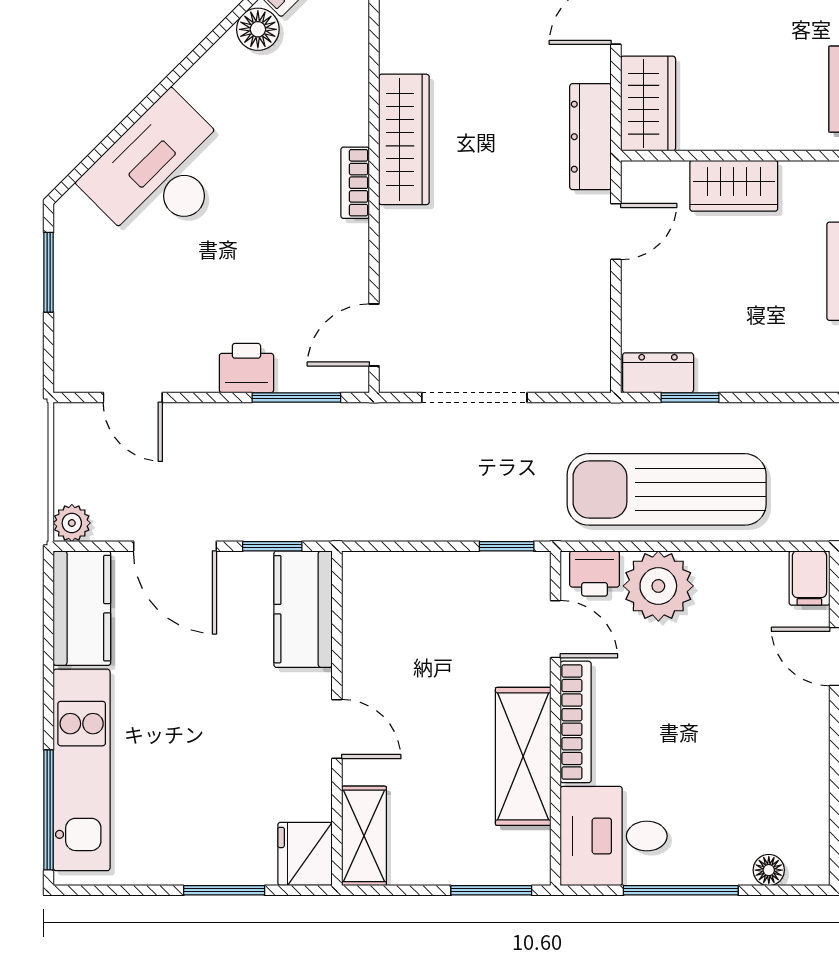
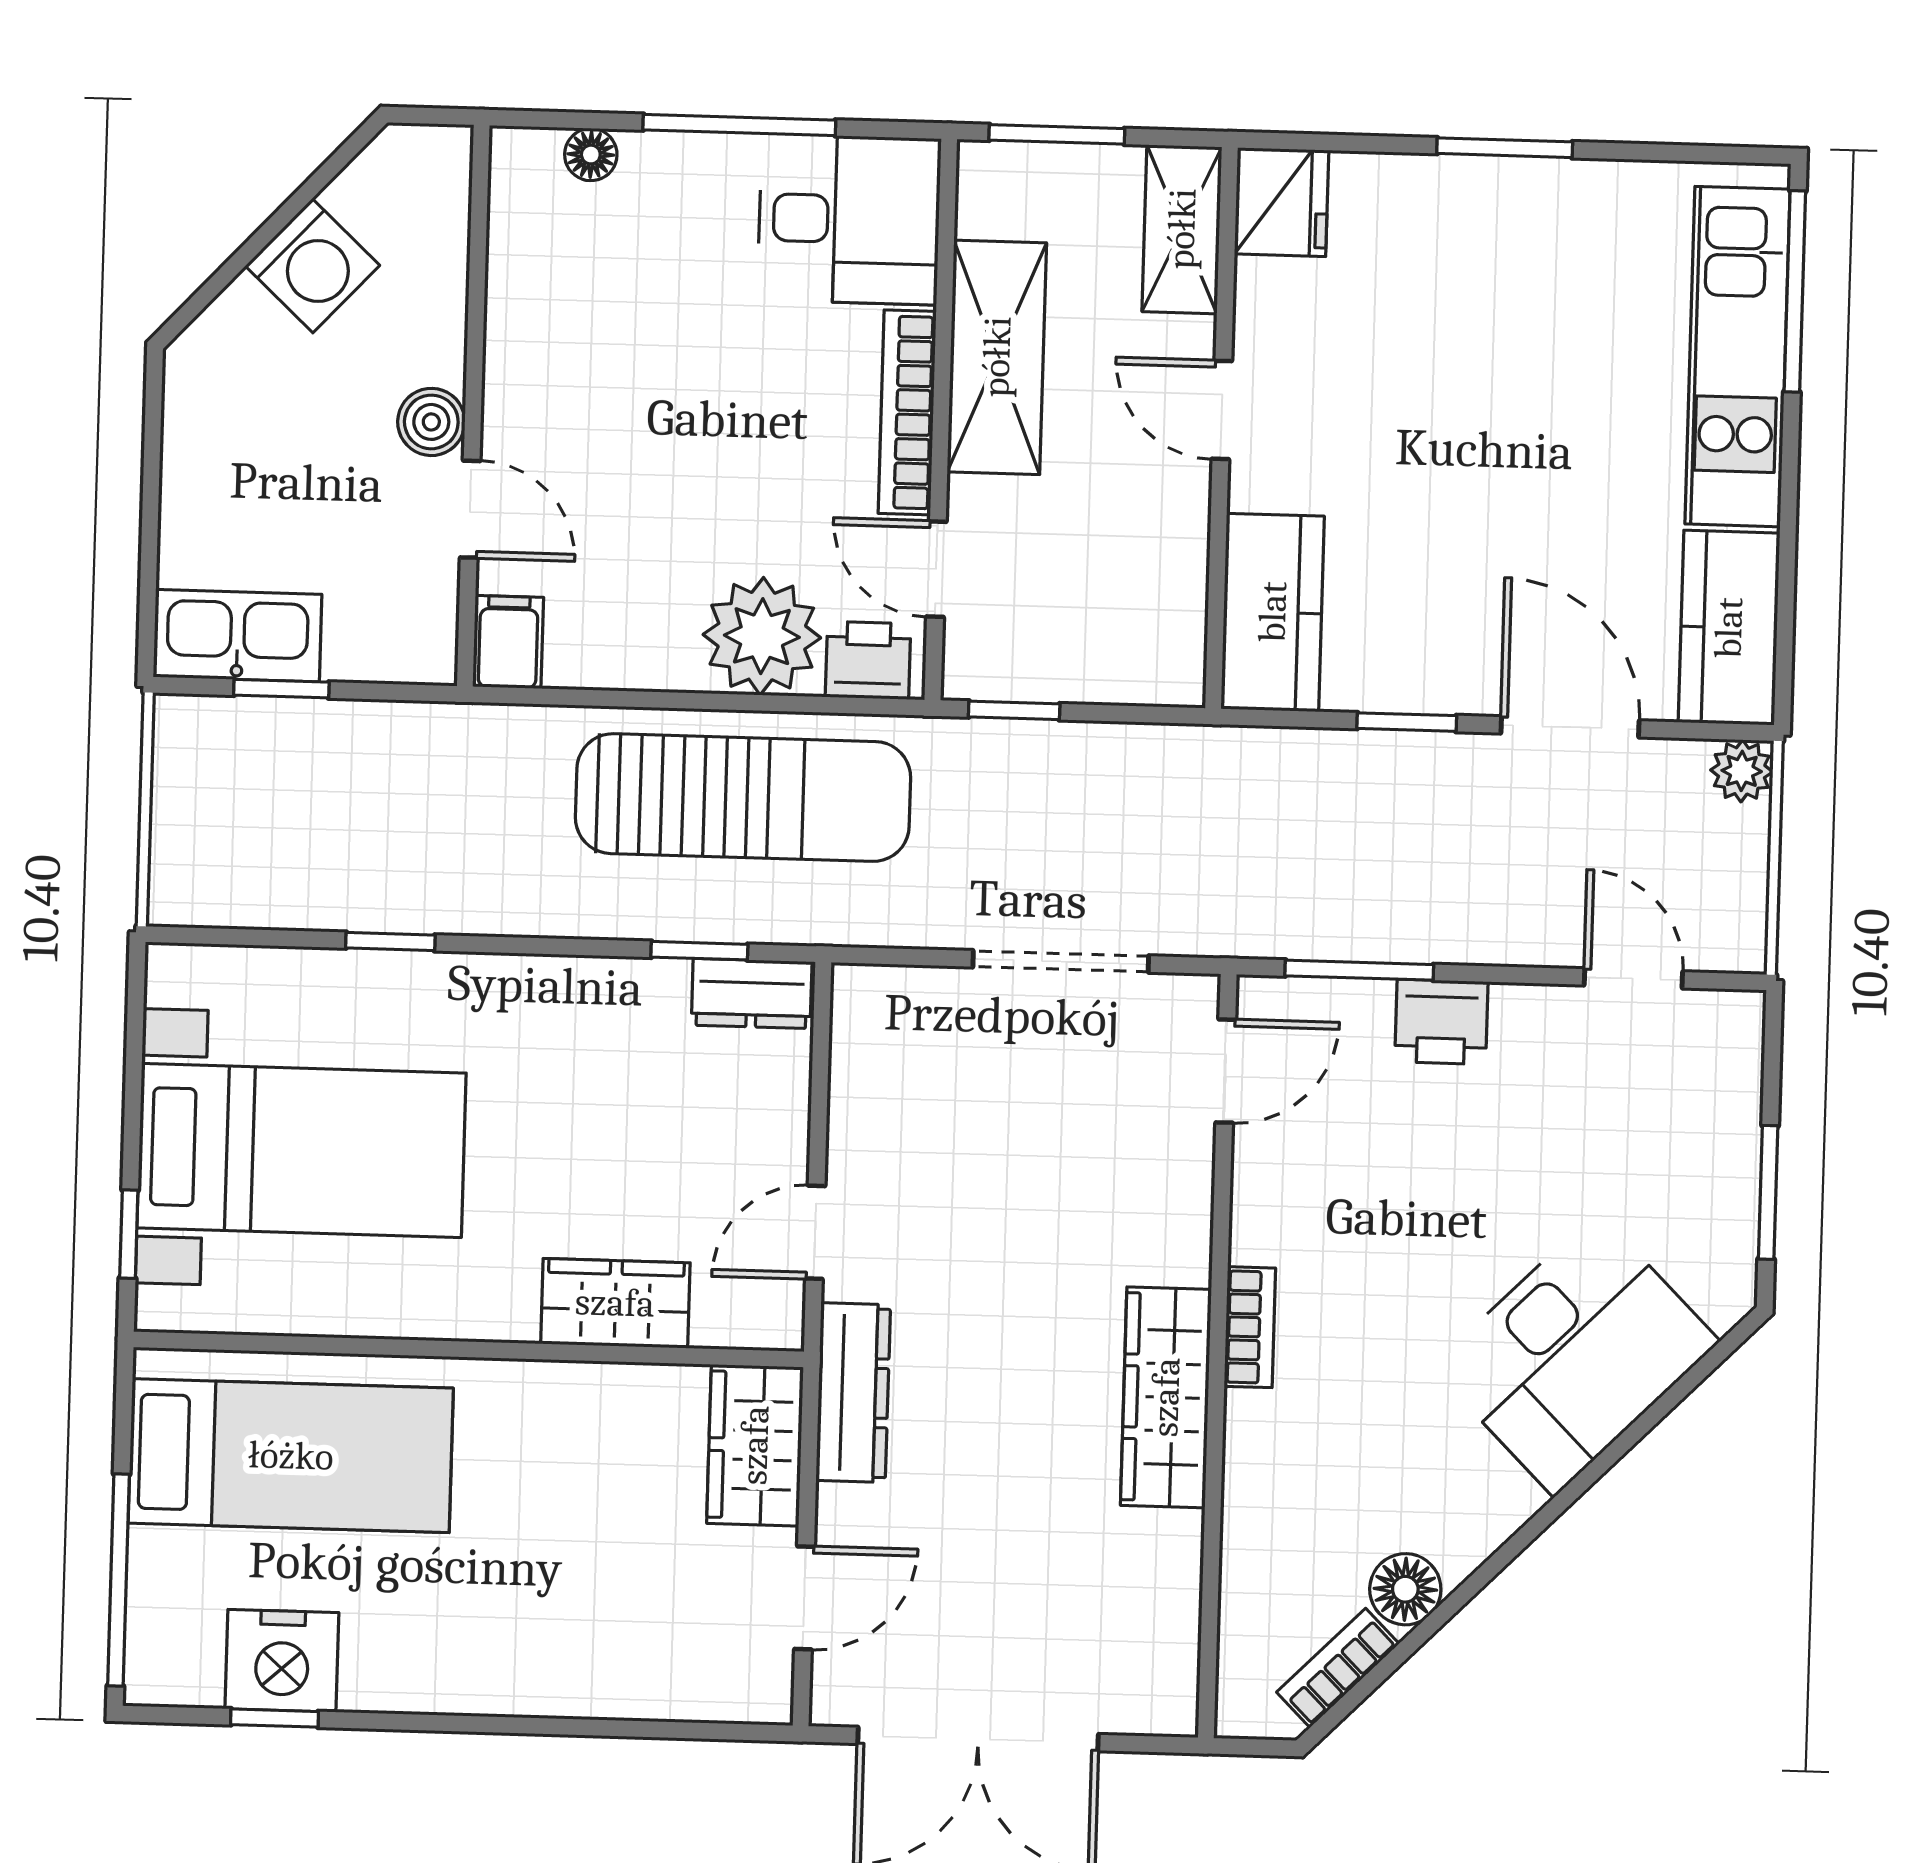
kitchen counter: (303, 609) -> (1273, 612), moved
wall: (337, 718) -> (1221, 428), moved
door: (337, 729) -> (1222, 410), moved
shelving: (364, 836) -> (1182, 229), moved
fridge: (305, 854) -> (1282, 202), moved

